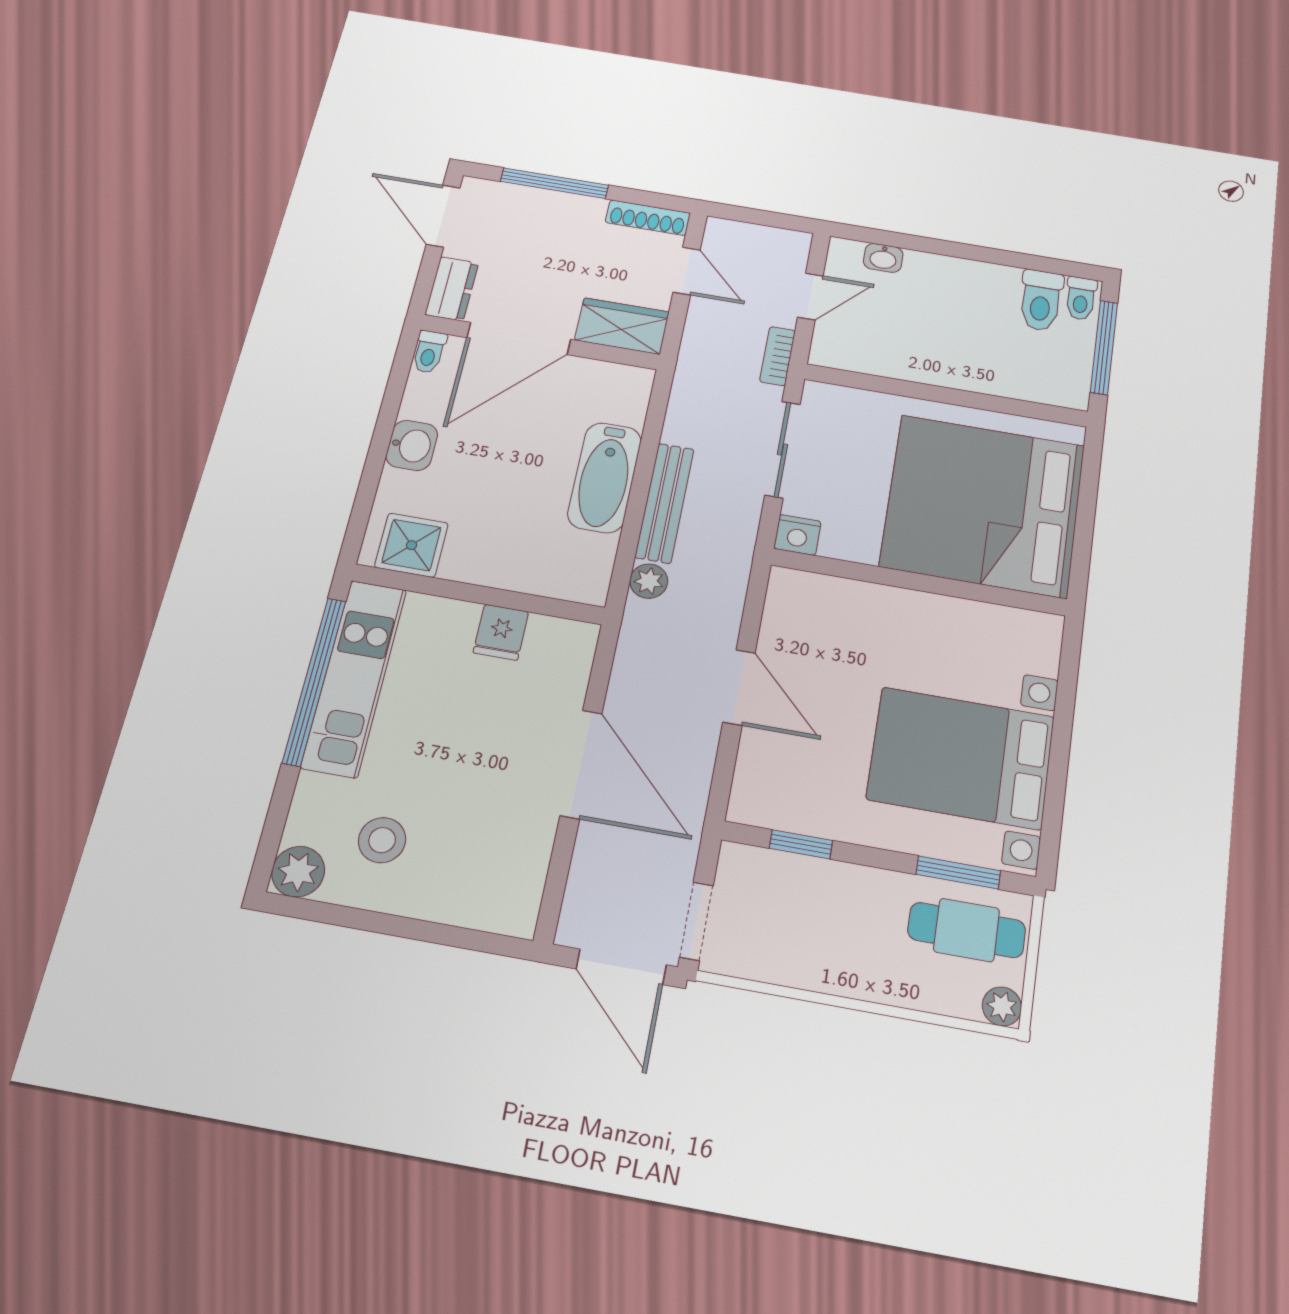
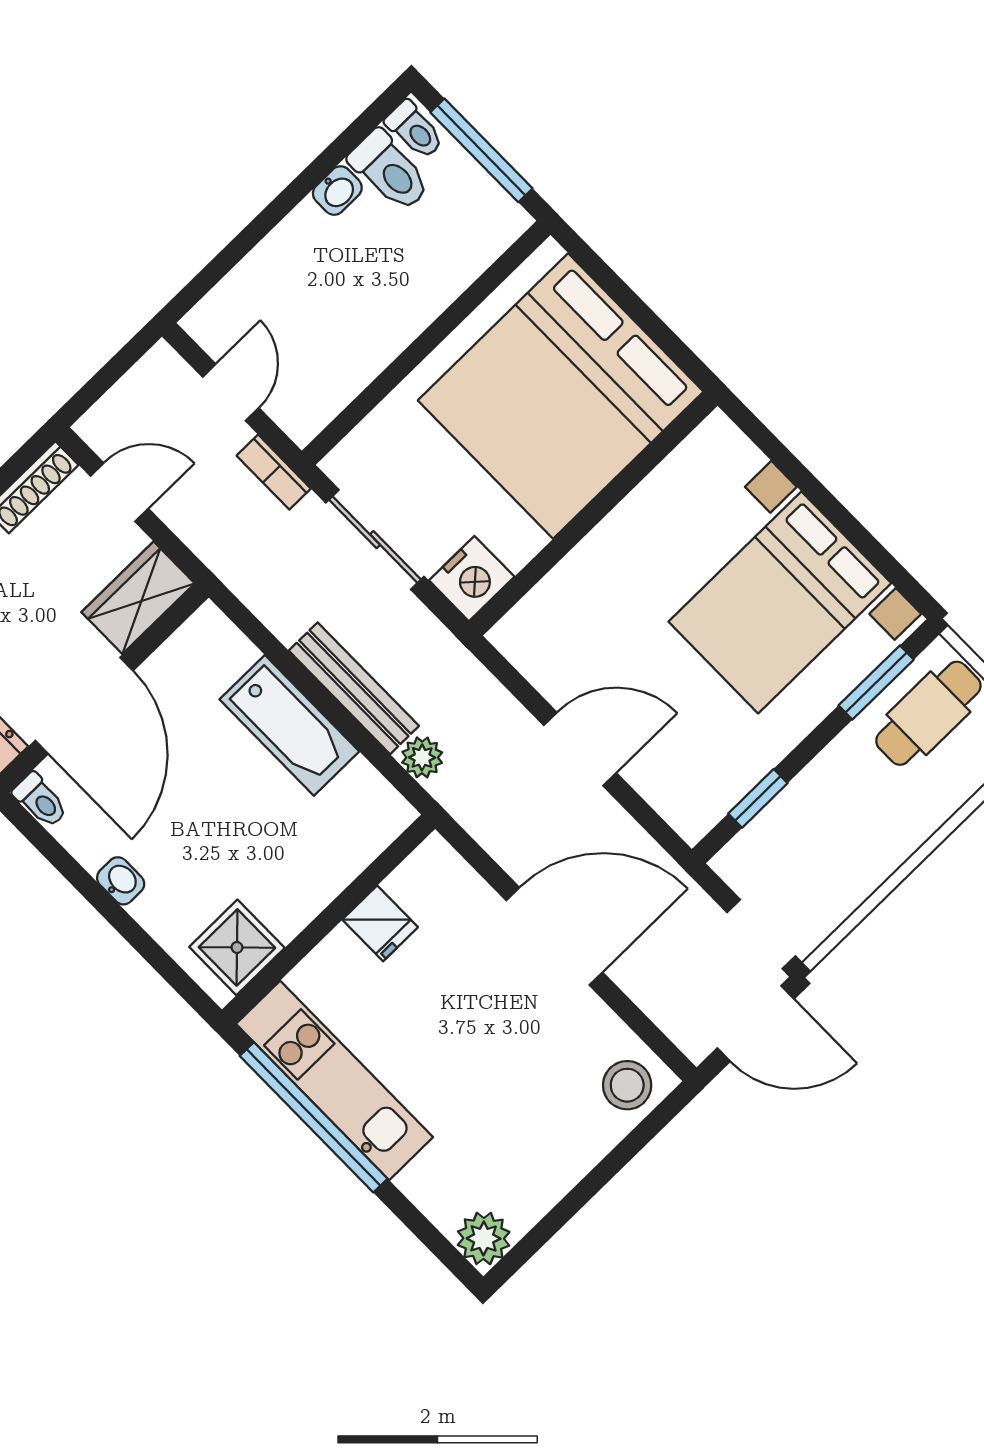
washbasin: (883, 258) -> (337, 191), moved
washbasin: (412, 445) -> (121, 881), width x0.72, depth x0.69
nightstand: (797, 535) -> (472, 579), width x1.36, depth x1.33
stool: (382, 840) -> (627, 1085), moved

